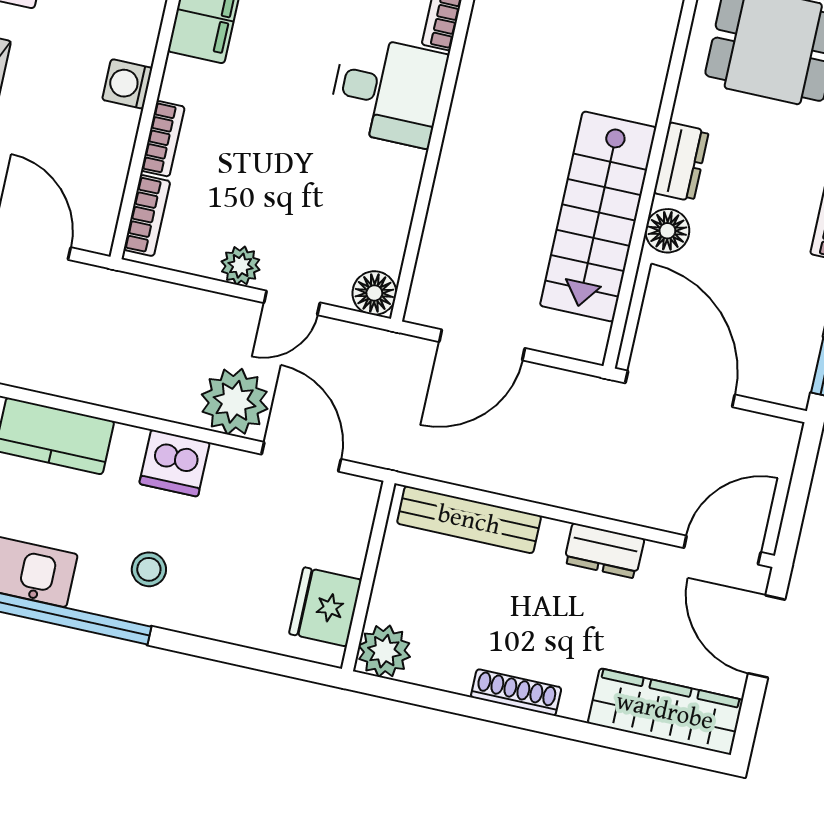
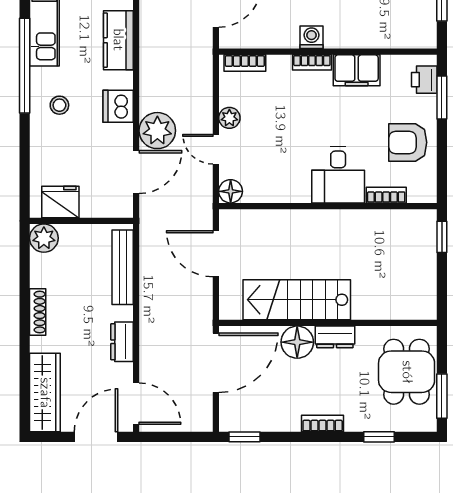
bookcase: (163, 139) -> (312, 62), moved
floor lamp: (667, 231) -> (297, 342), width x1.38, depth x1.38

